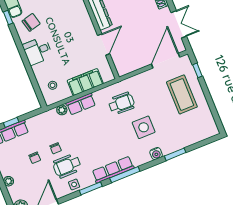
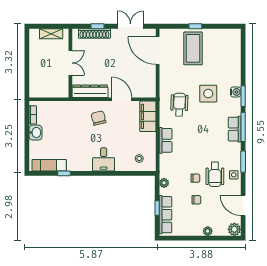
chair: (31, 22) -> (99, 118), moved
window: (197, 70) -> (195, 26), moved
filing cabinet: (85, 82) -> (148, 116), moved
coffee table: (182, 94) -> (193, 48), turned 90
plant: (62, 110) -> (164, 183), moved
window: (175, 154) -> (243, 96), moved
row of seats: (113, 170) -> (235, 129), width x0.68

